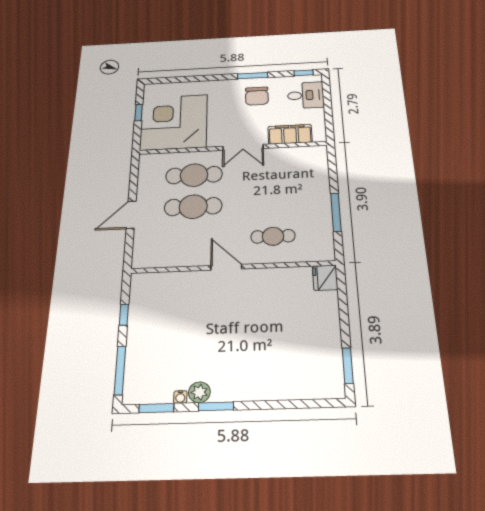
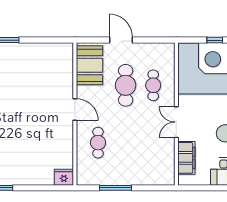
cafe table: (194, 175) -> (153, 85), width x0.73, depth x0.74
booth: (164, 251) -> (90, 65), added
door: (226, 267) -> (75, 110), hinge flipped
window: (124, 315) -> (42, 40), removed

